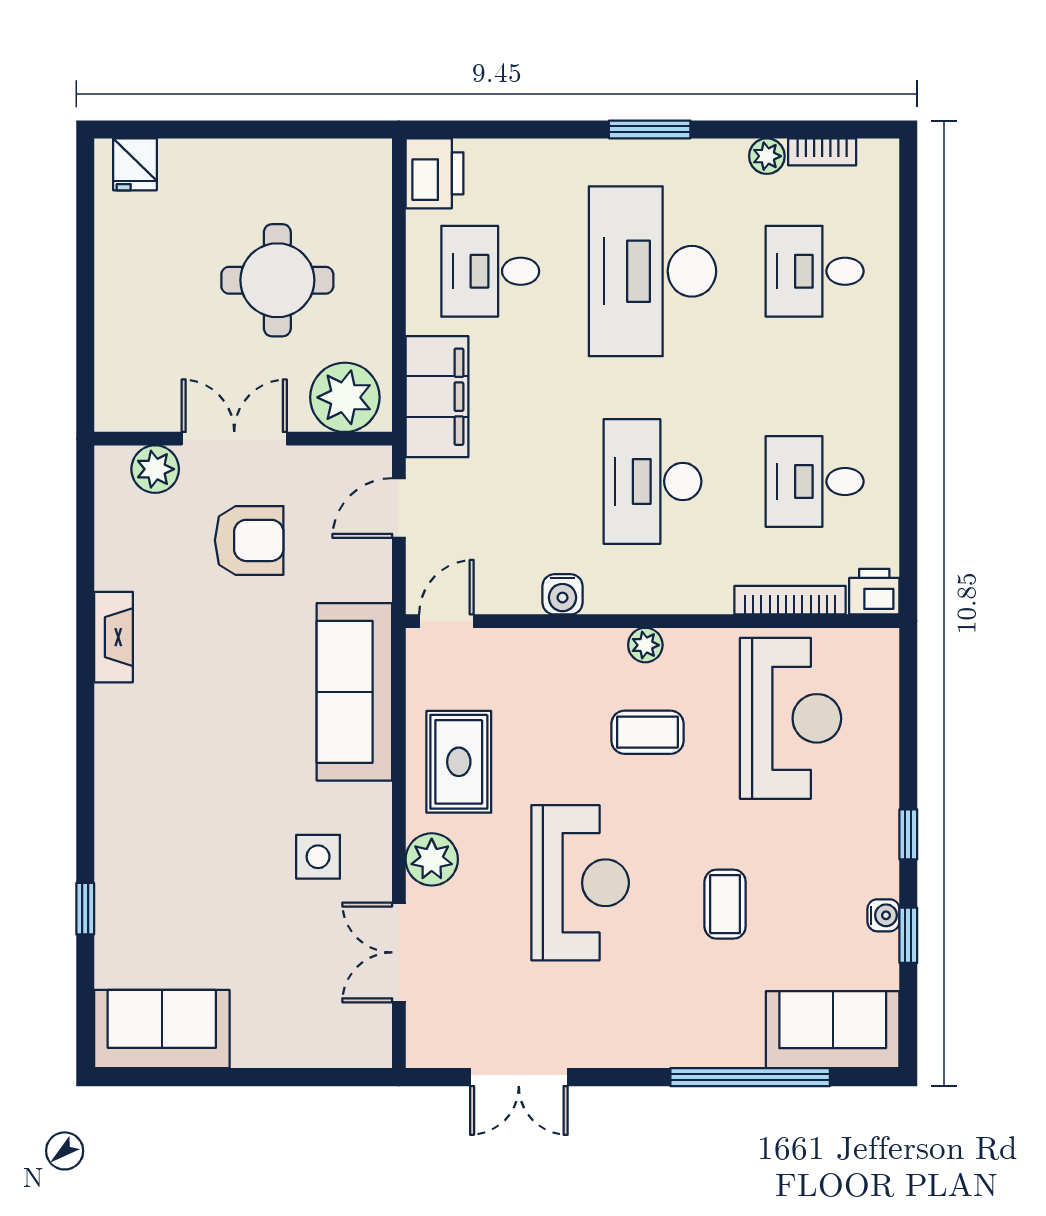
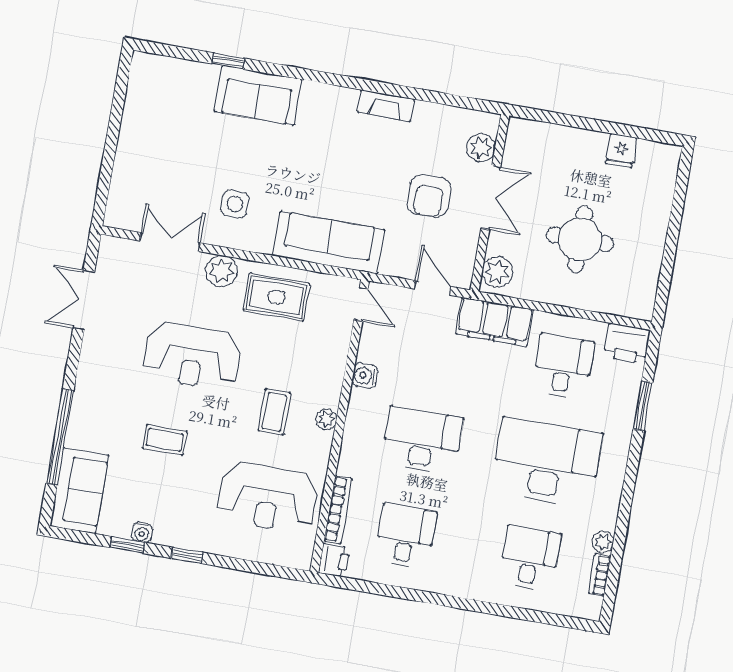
window: (650, 129) -> (643, 406), moved
fridge: (135, 164) -> (621, 151), moved, turned -90
plant: (345, 397) -> (497, 272), width x0.73, depth x0.73
sofa: (162, 1029) -> (258, 95), moved, turned 90

